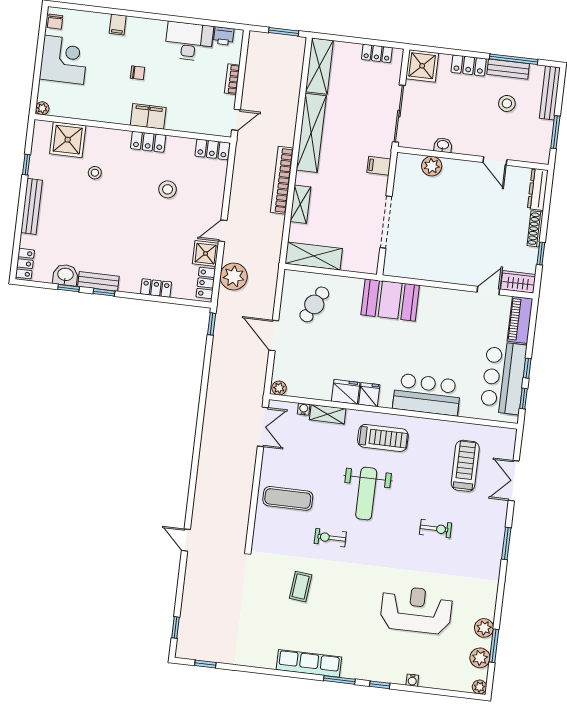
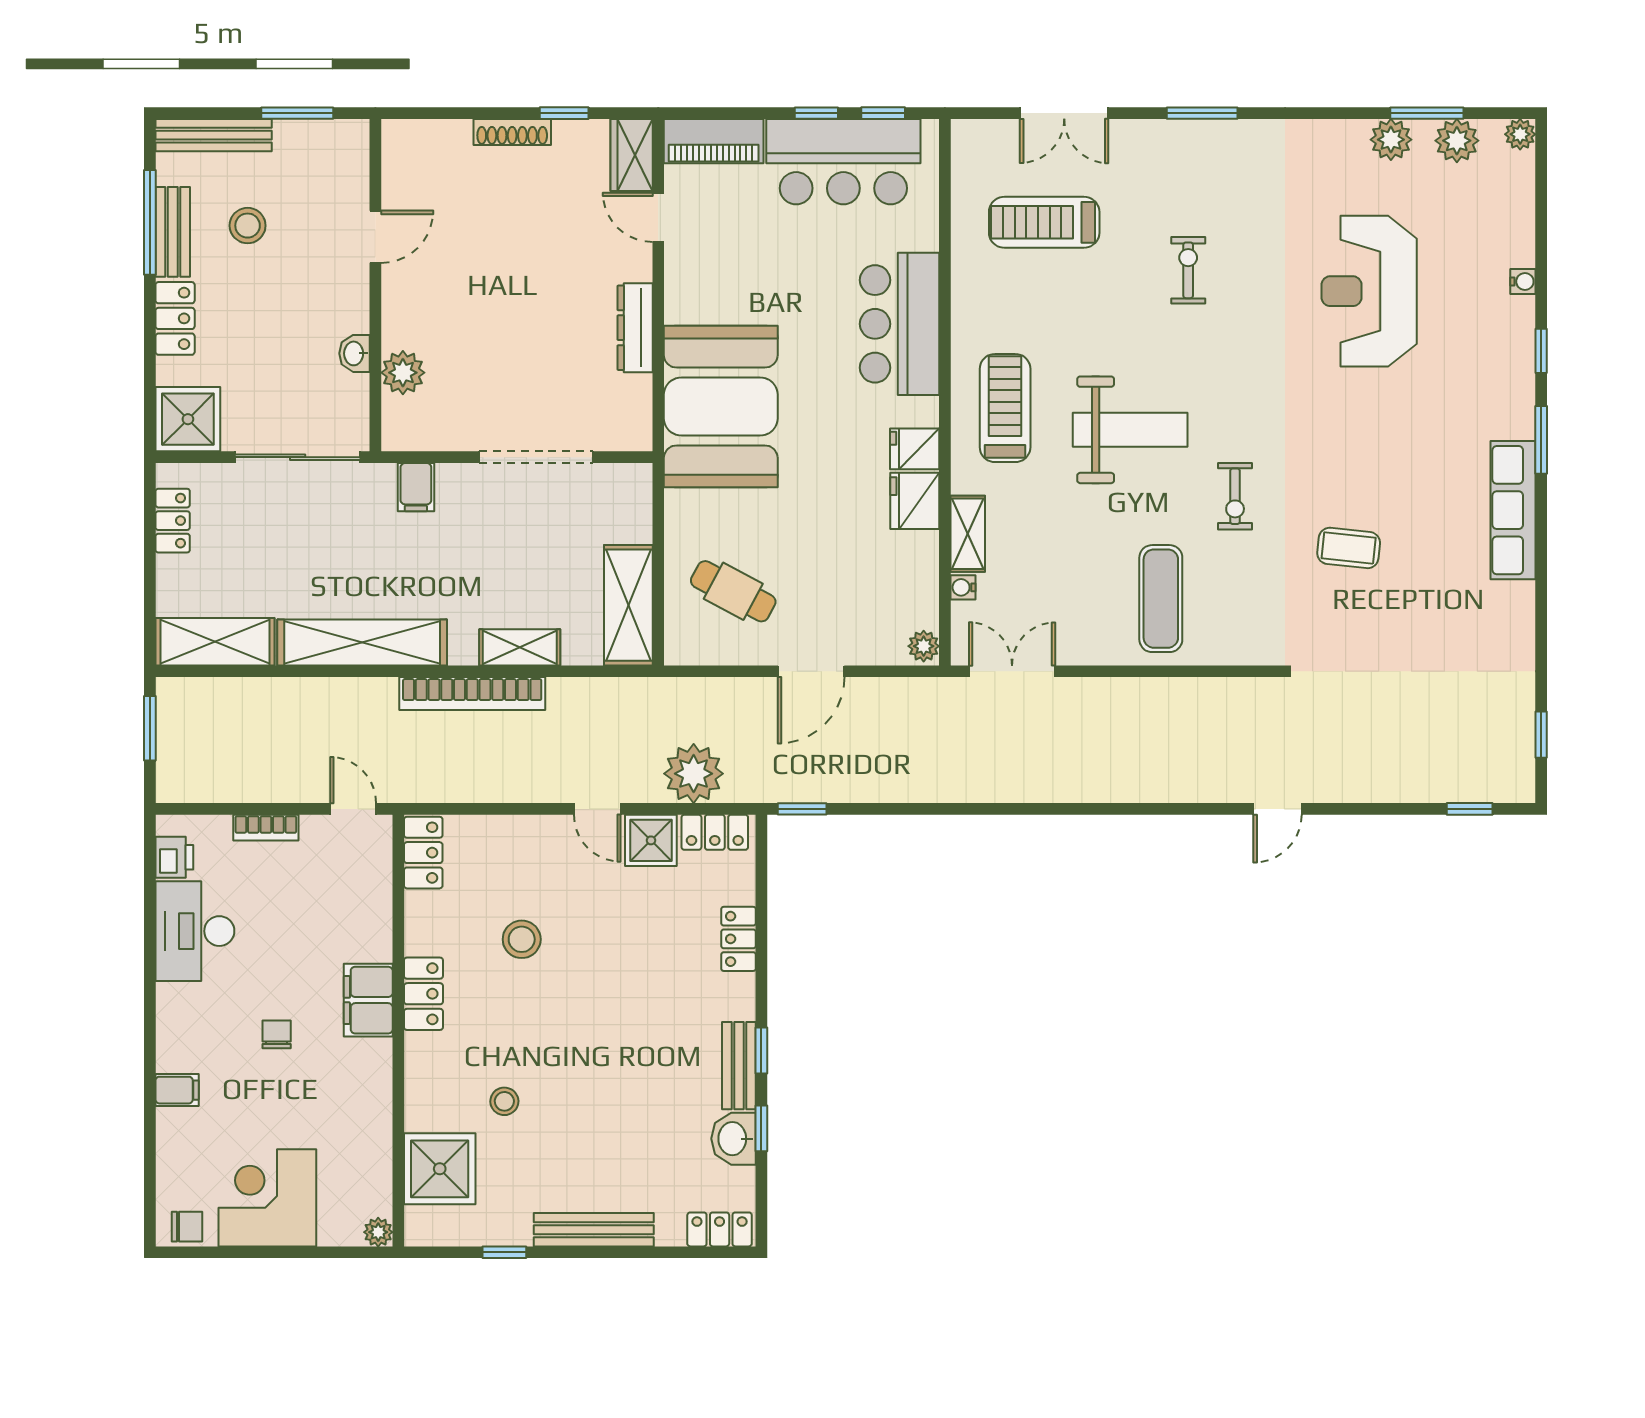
dresser: (538, 189) -> (635, 328), moved, turned 90
booth: (390, 300) -> (721, 407), width x1.36, depth x1.42

